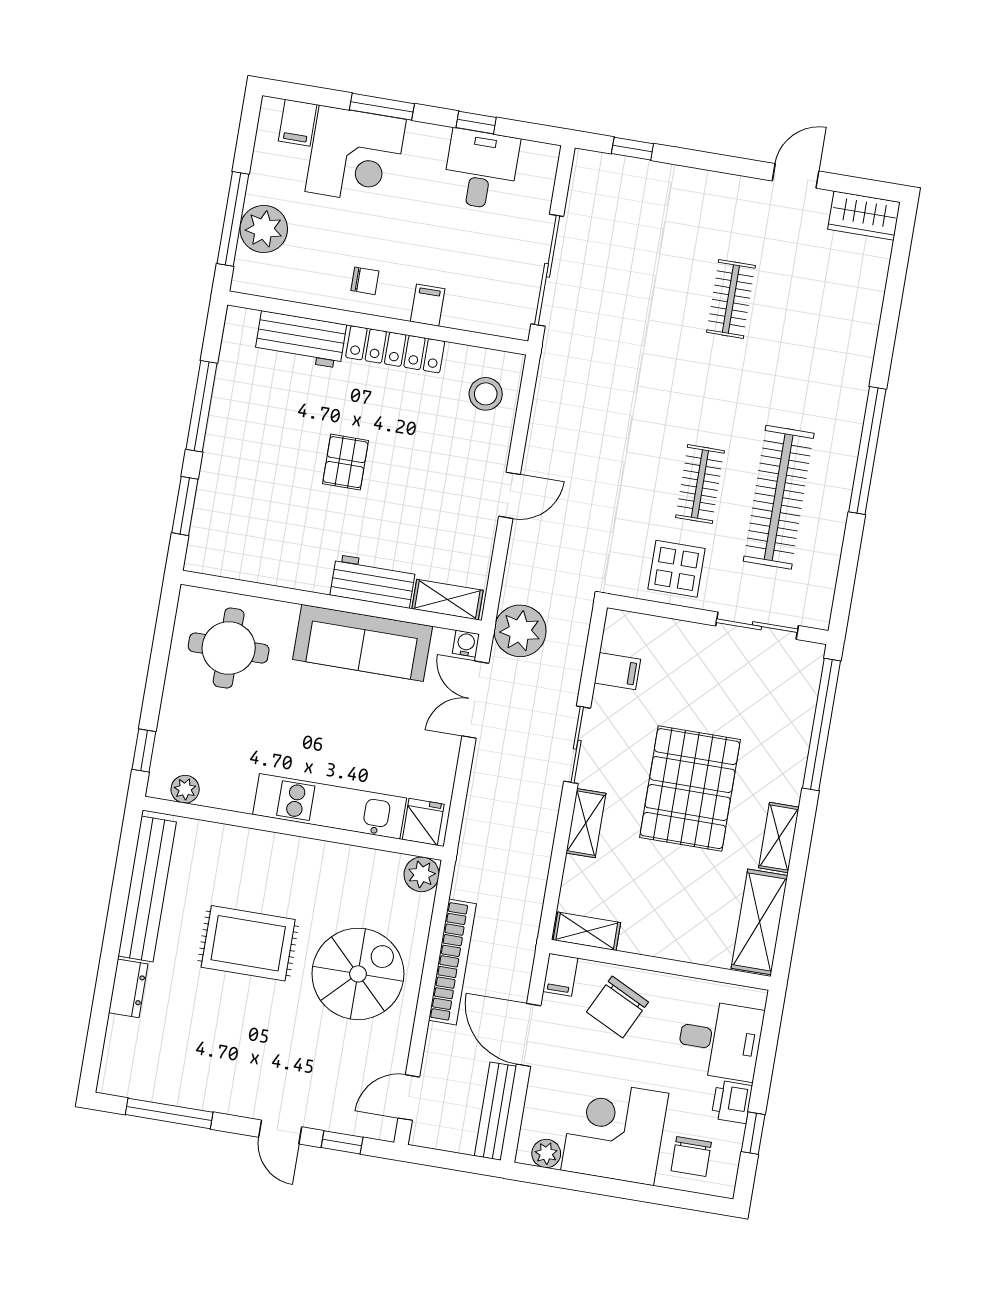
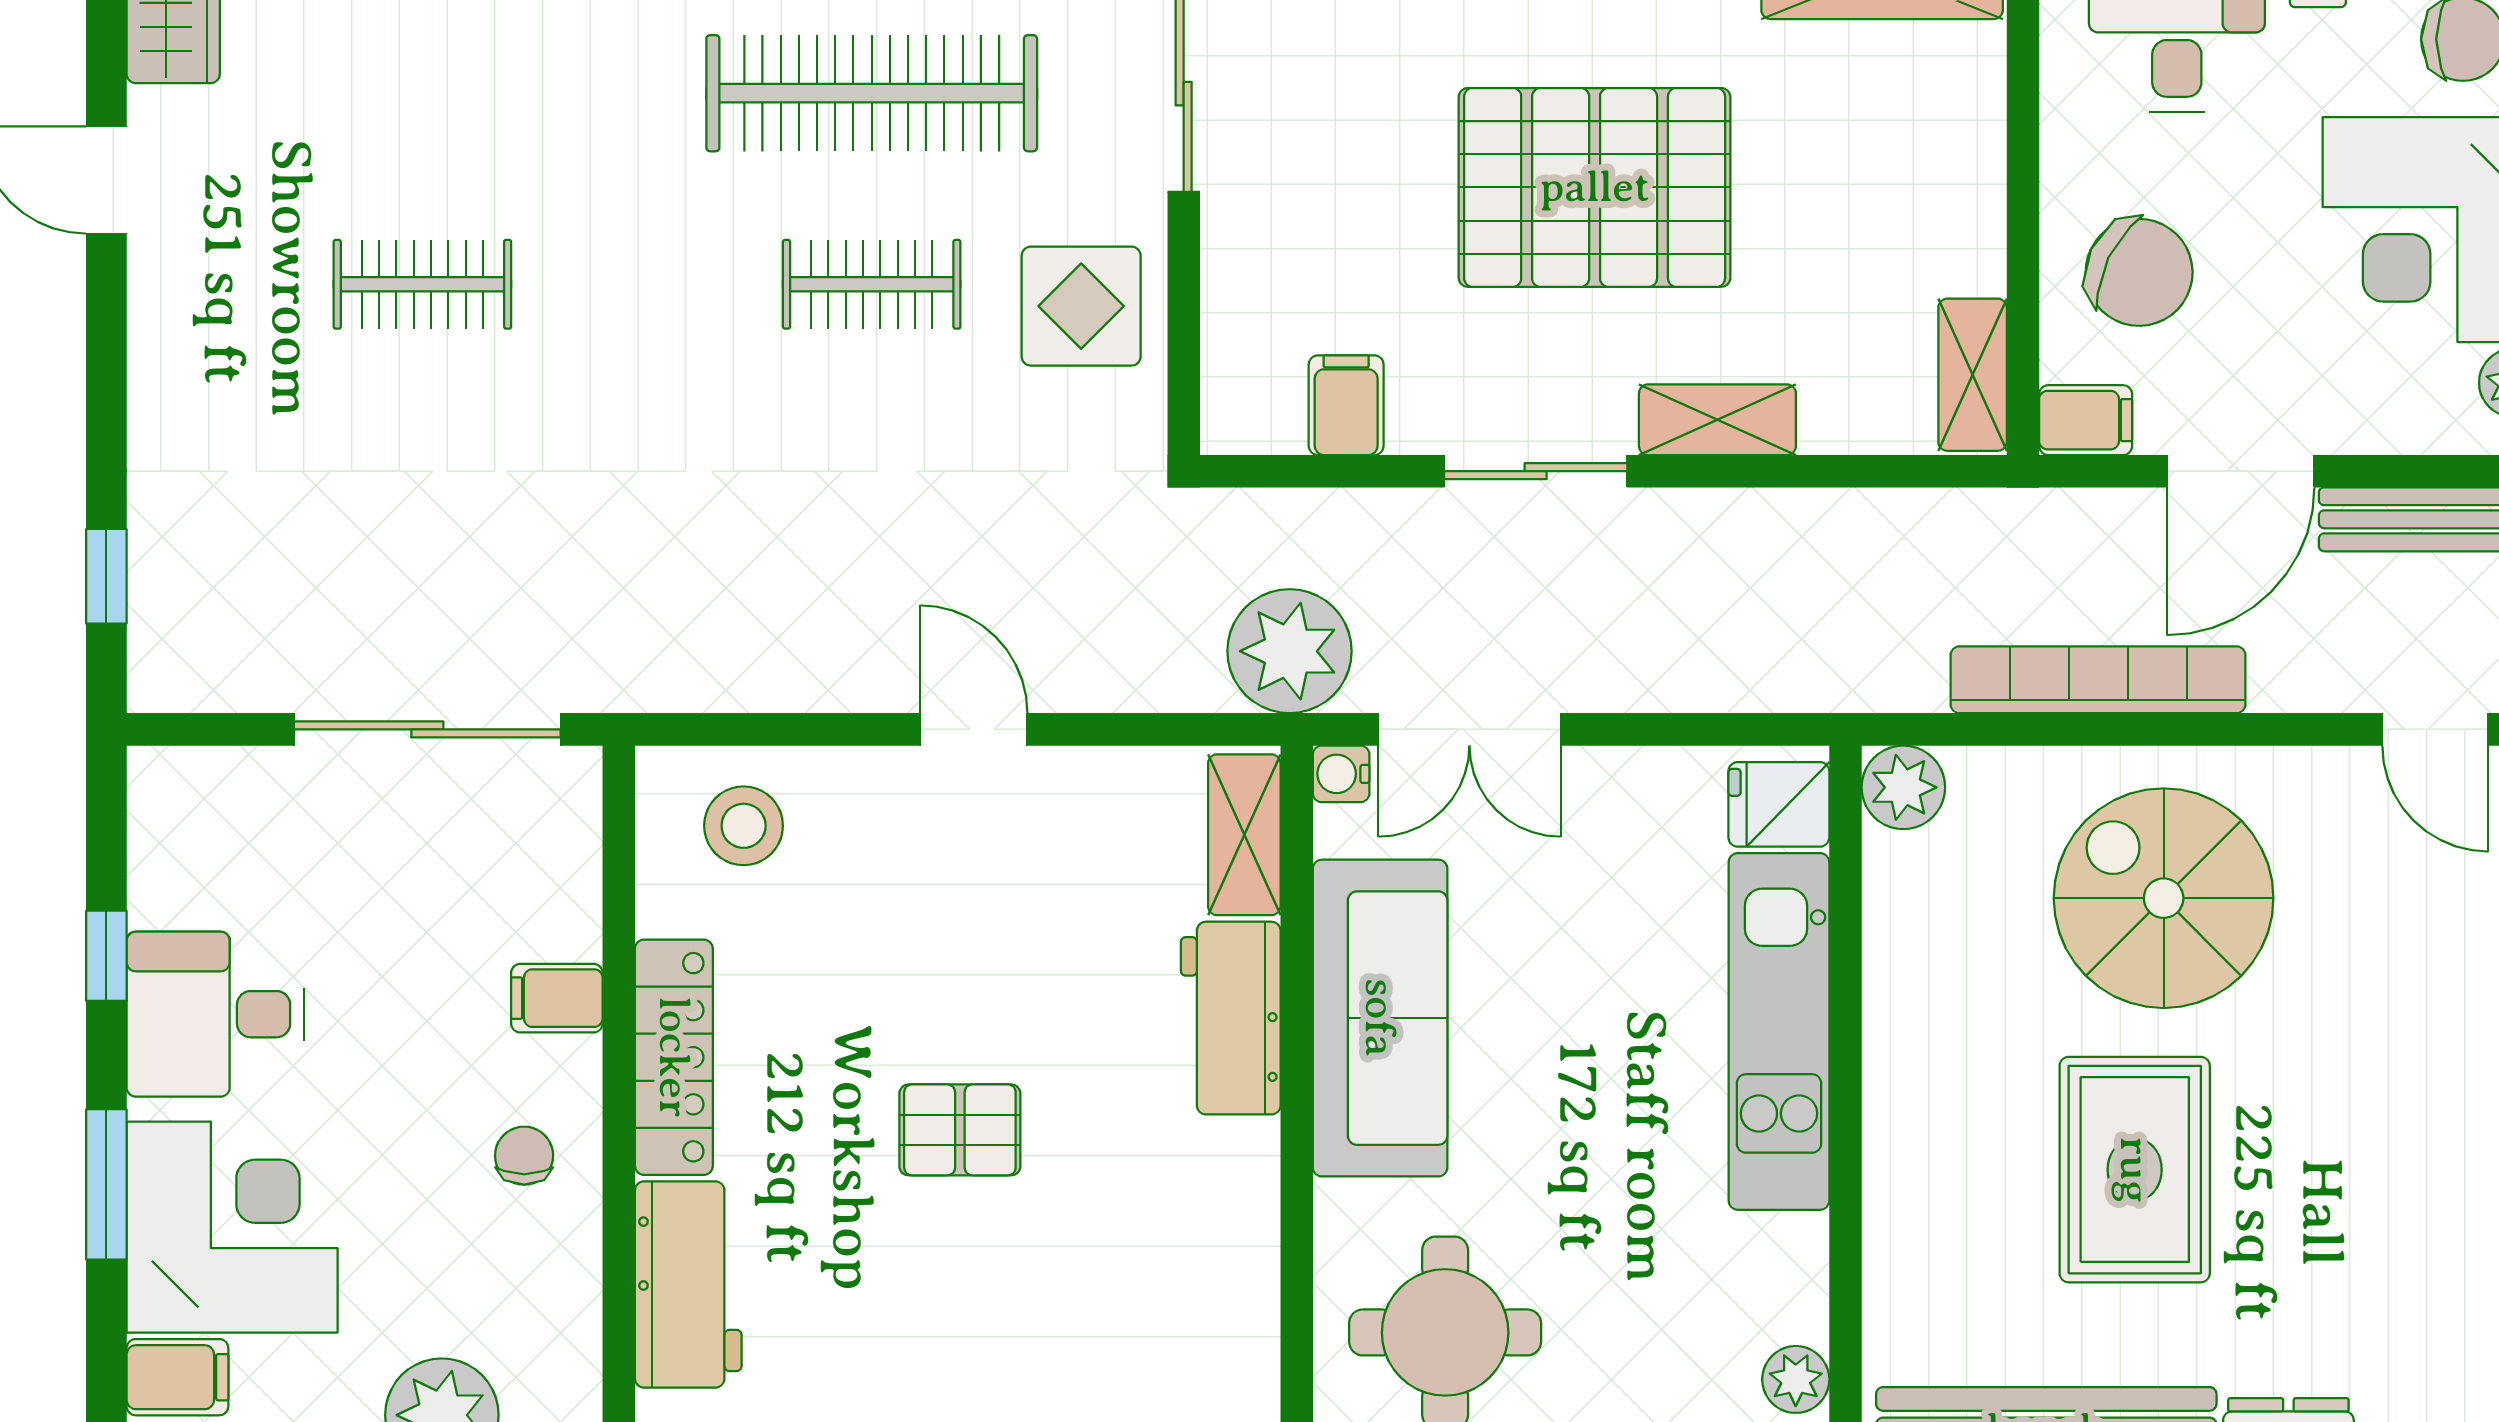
desk: (481, 170) -> (216, 1014), moved

